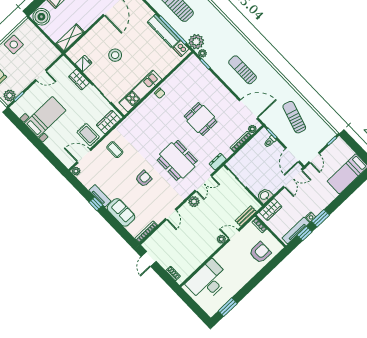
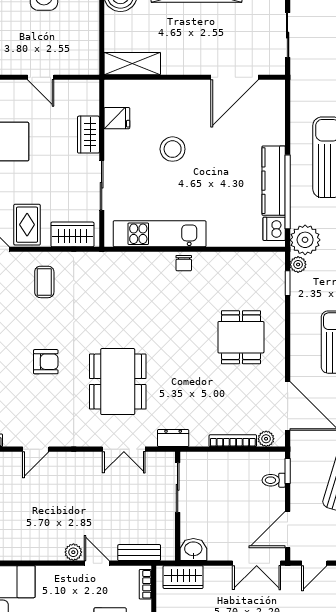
dining table: (201, 119) -> (241, 337), moved
plant: (194, 202) -> (86, 462), removed

